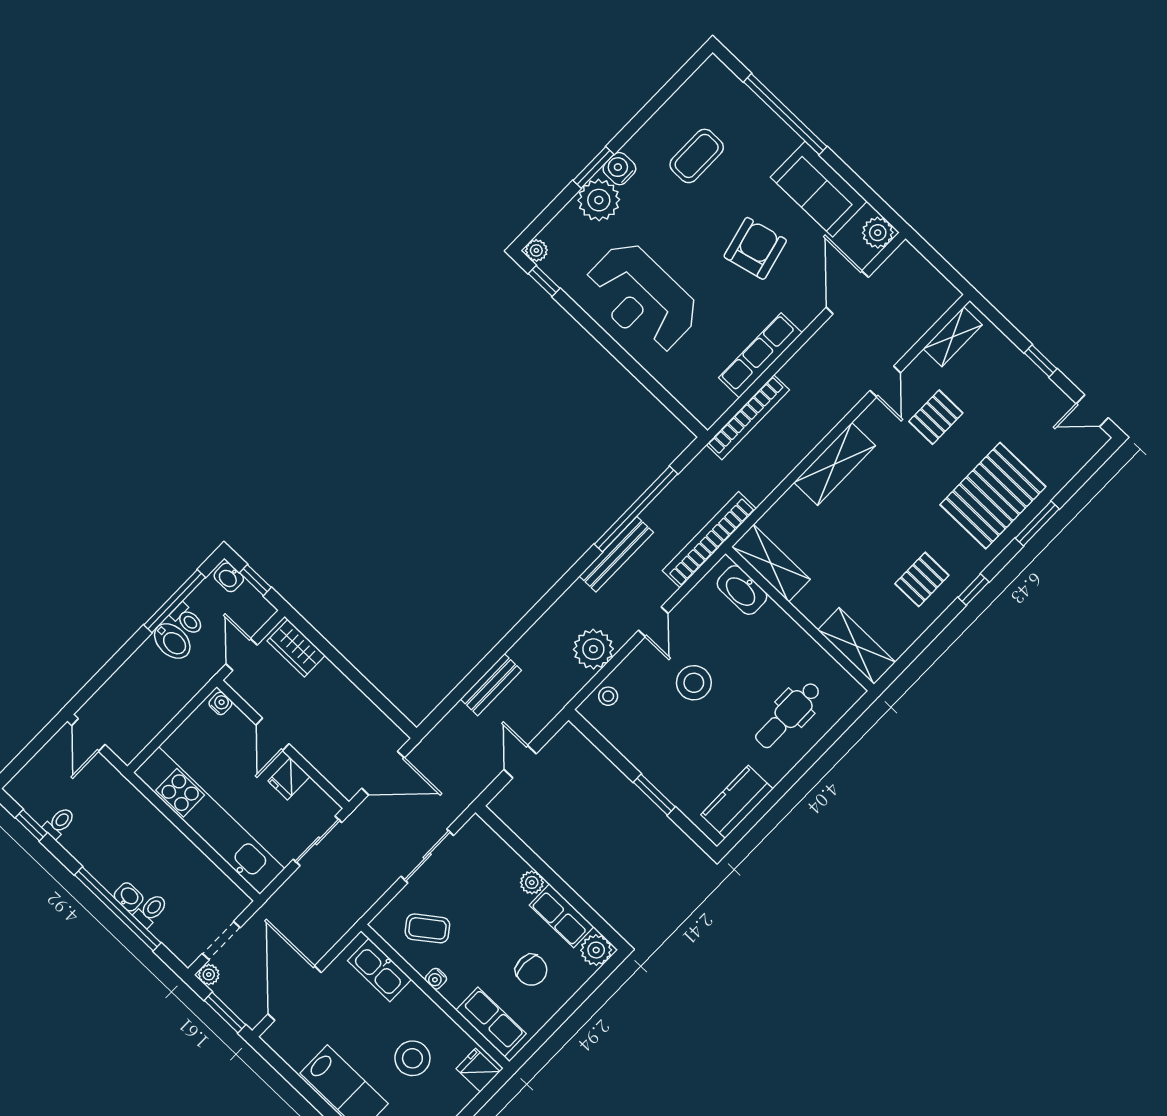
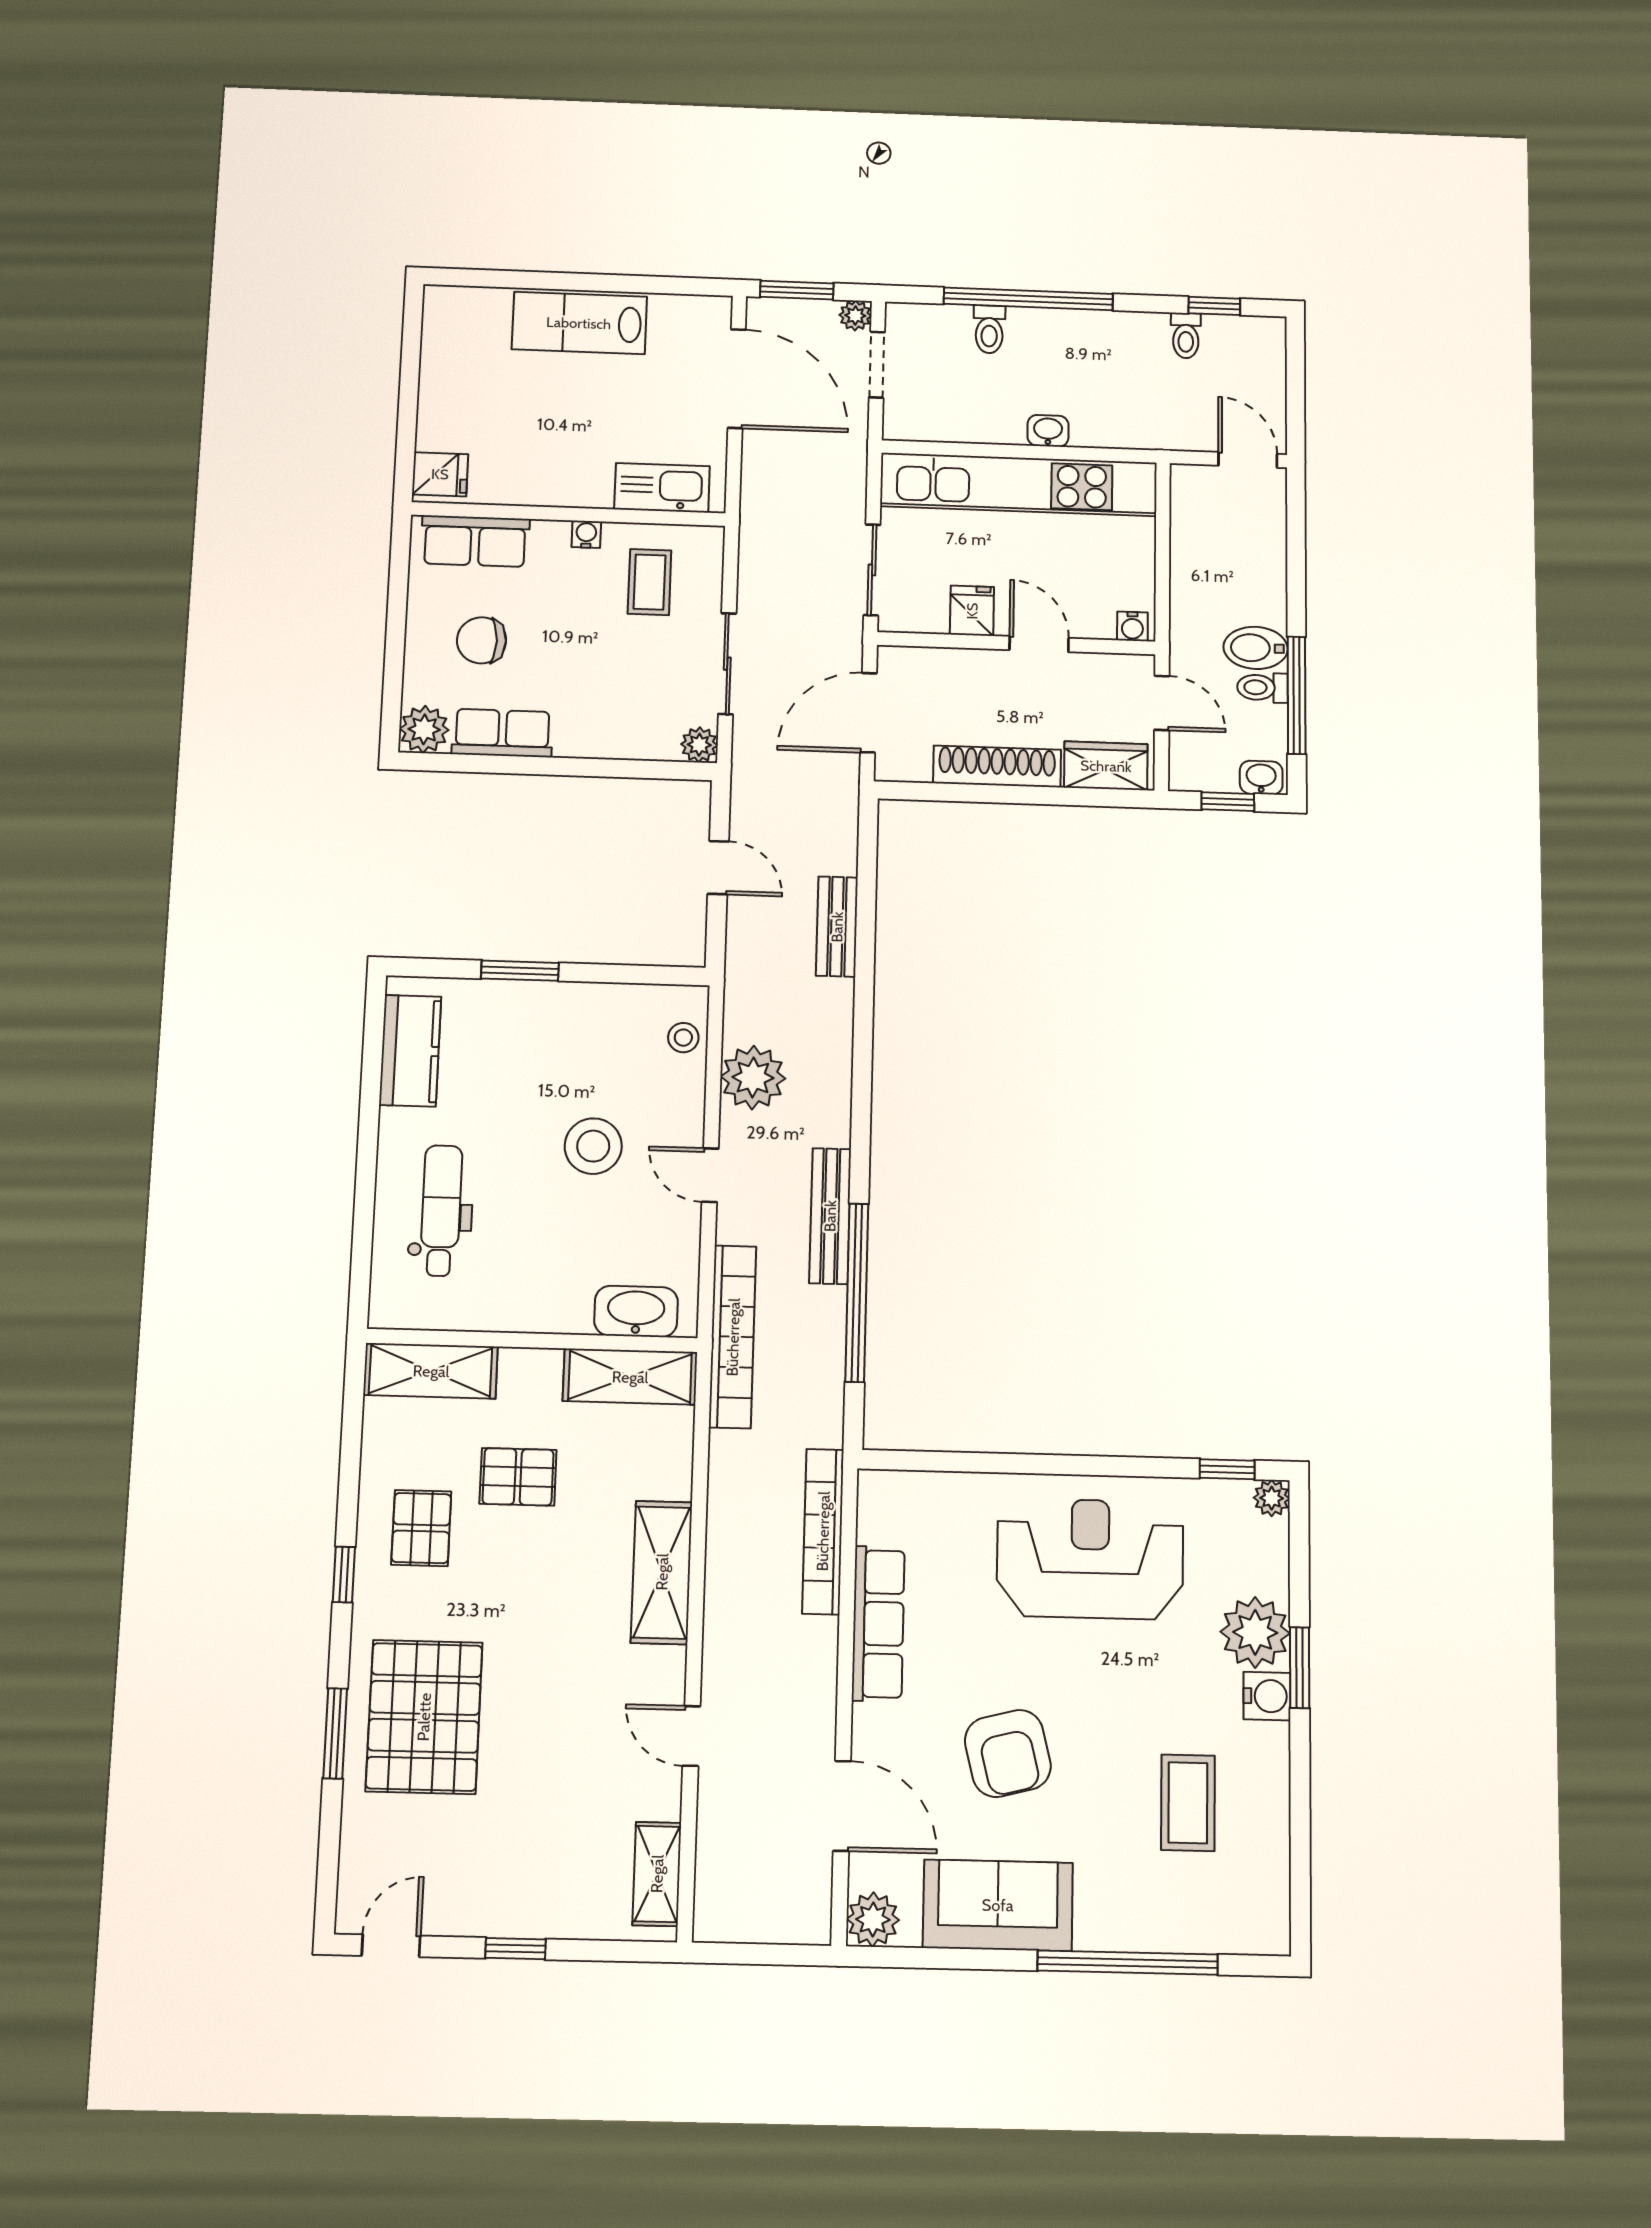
pallet: (936, 417) -> (518, 1477), moved, turned 90
shoe rack: (347, 694) -> (997, 766), added
plant: (532, 882) -> (699, 745), moved
washbasin: (129, 897) -> (1048, 431), moved, turned 180
coffee table: (427, 928) -> (650, 582), turned -53
stool: (412, 1058) -> (530, 423), removed

